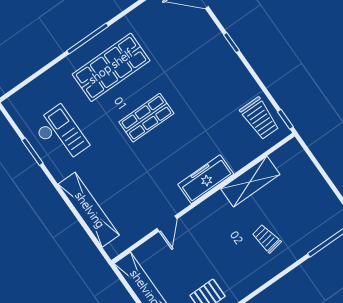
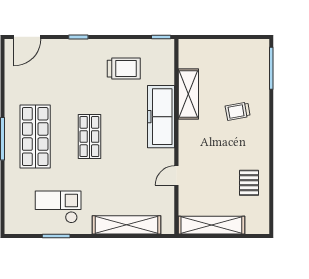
trolley: (260, 118) -> (124, 69), moved
freezer: (206, 179) -> (161, 117), width x1.36, depth x1.26
door: (167, 224) -> (176, 176), swing flipped

